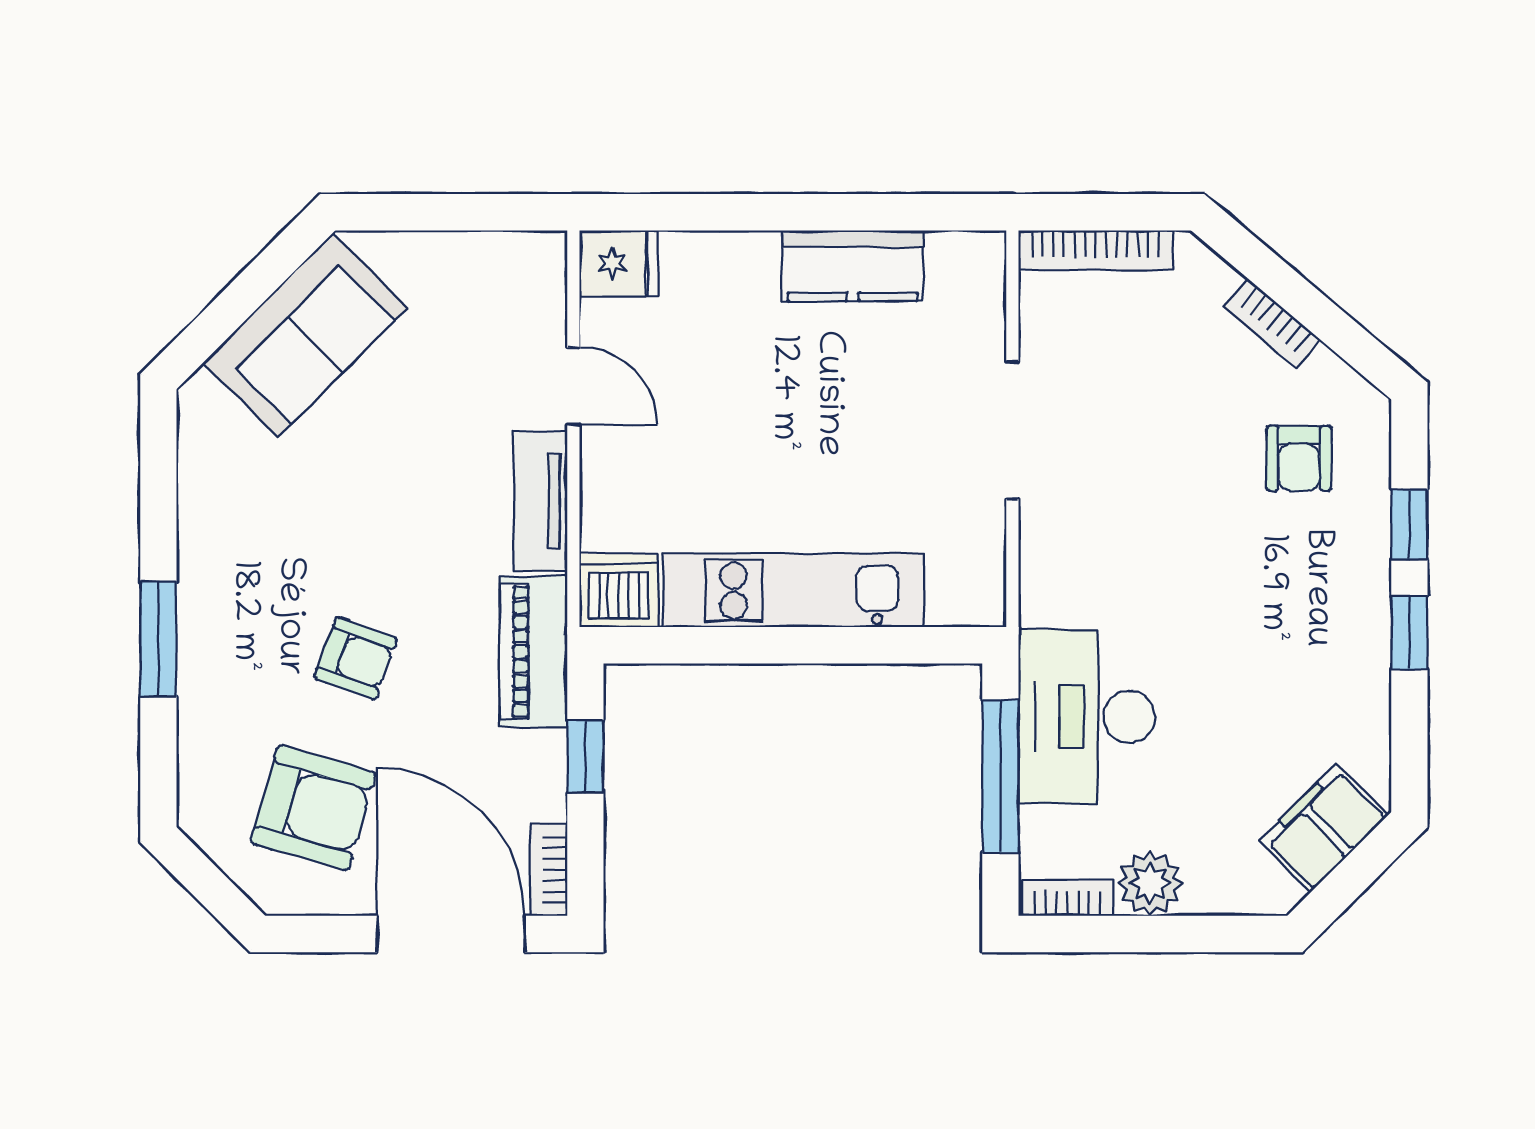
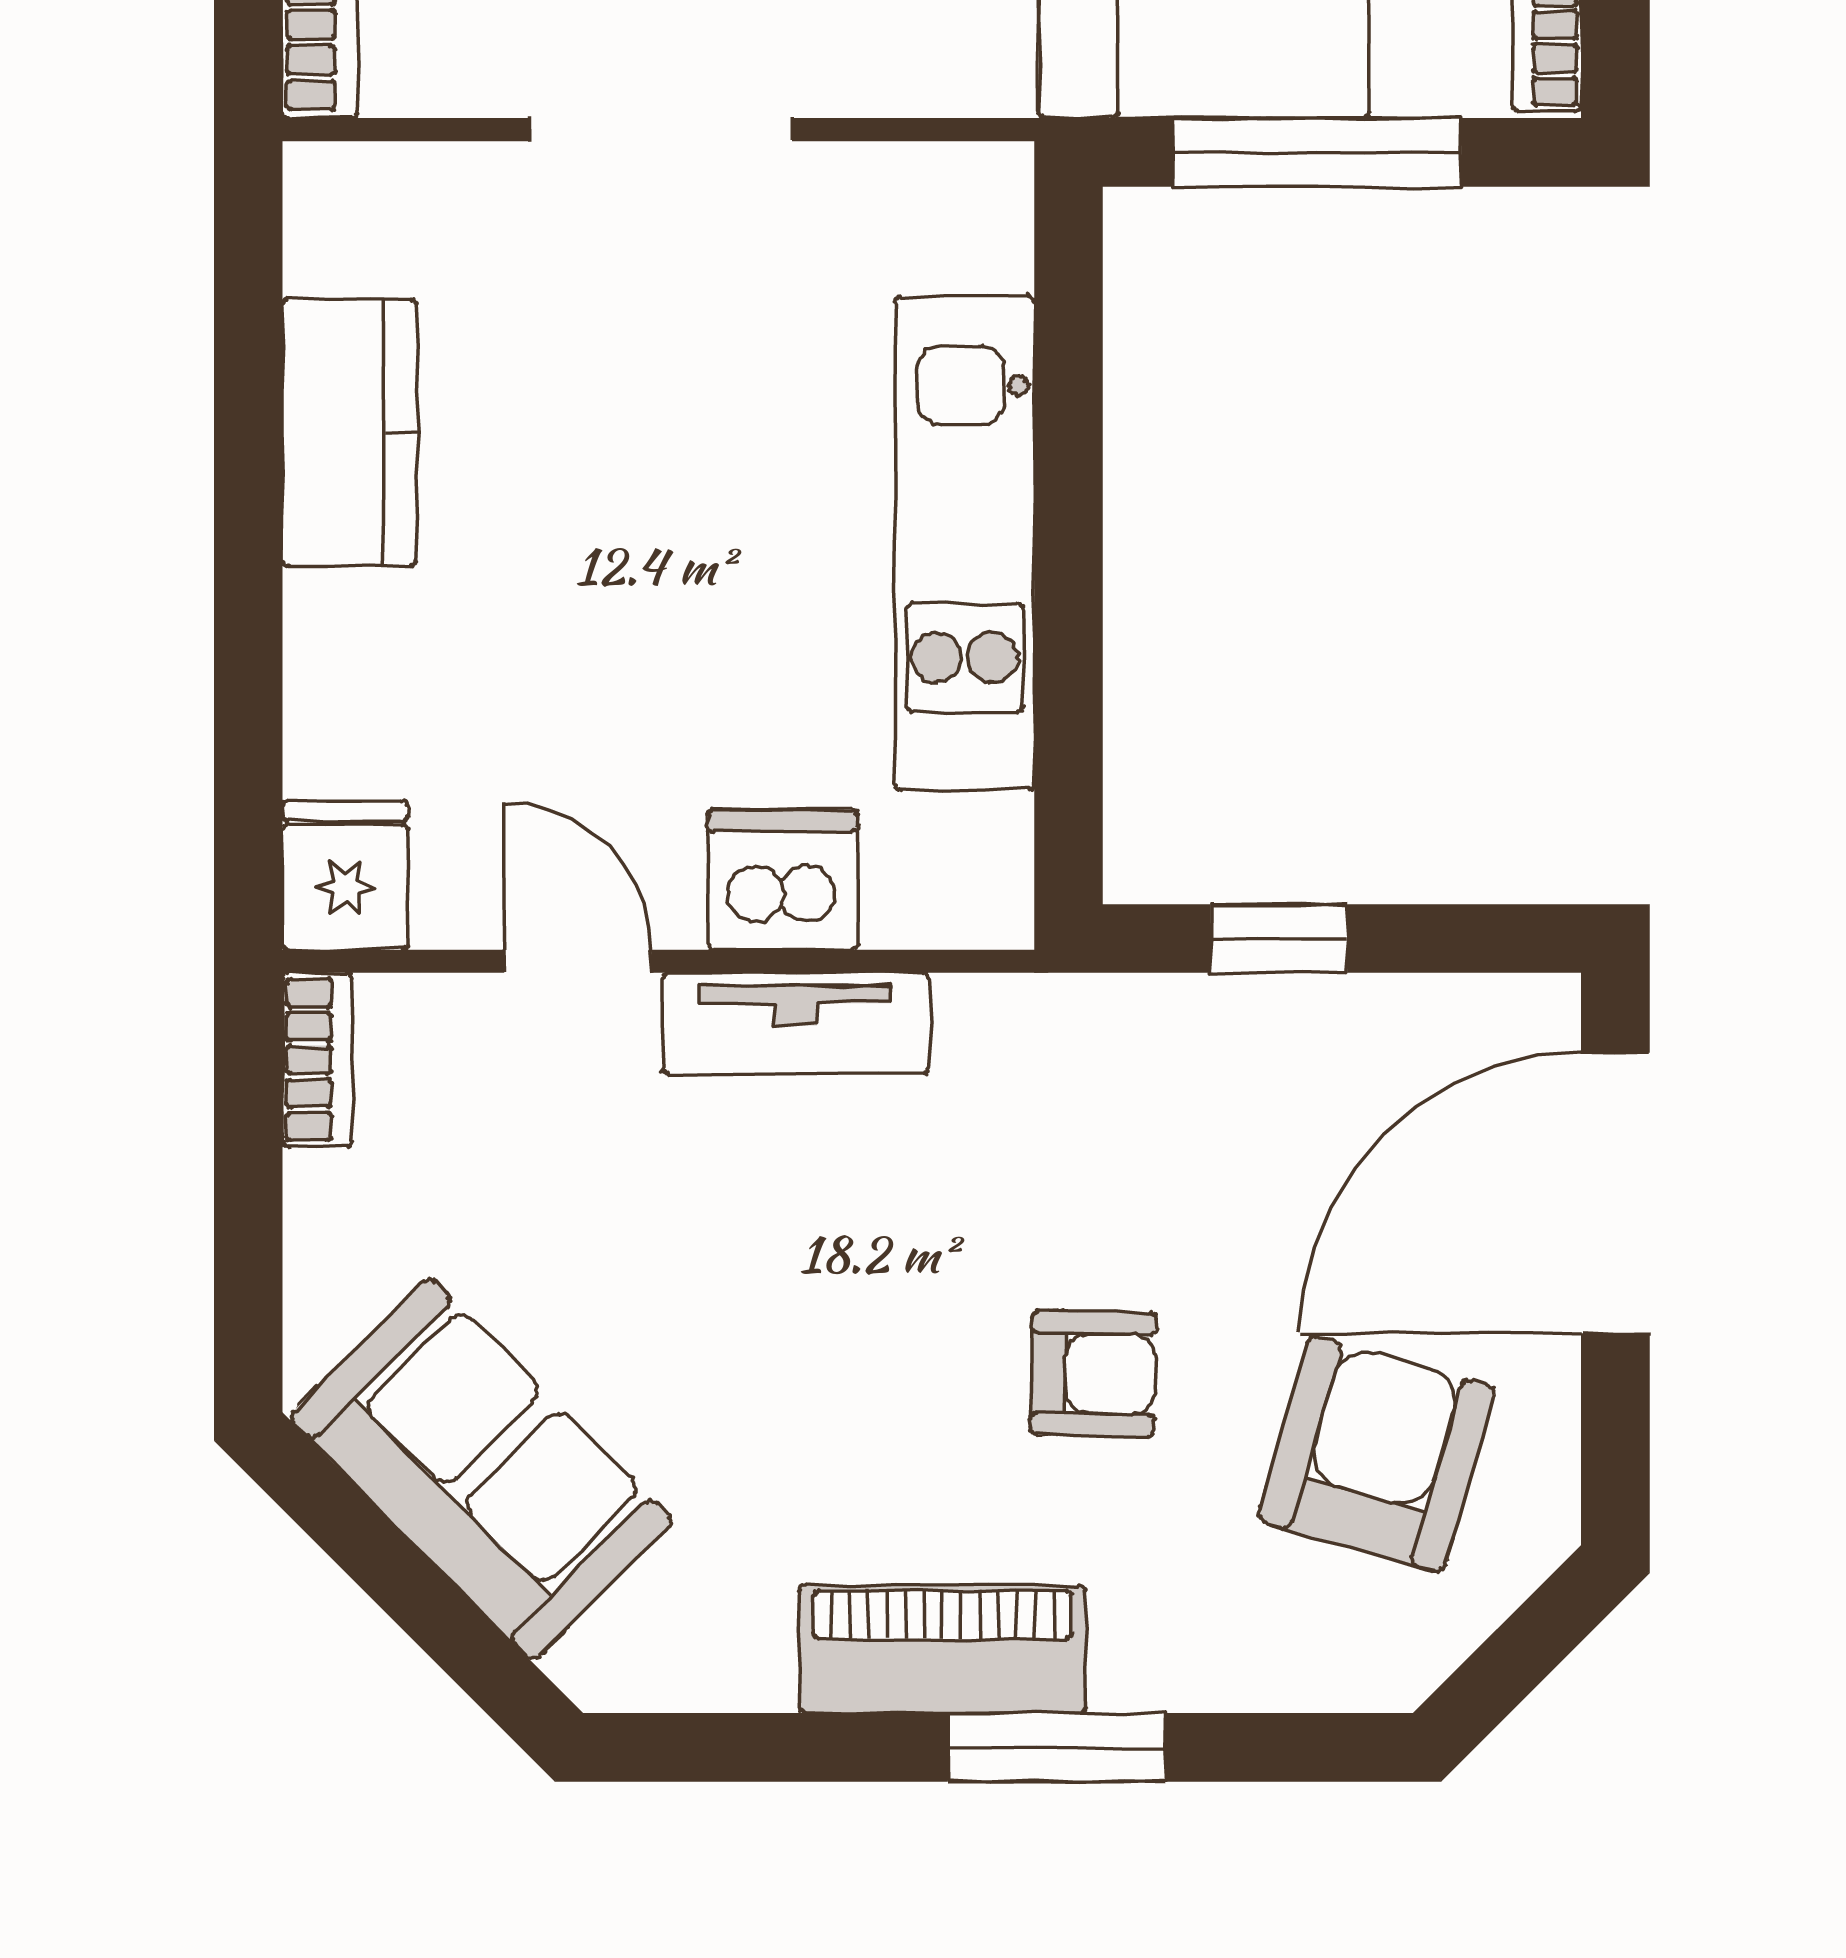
door: (573, 386) -> (578, 961), hinge flipped
dishwasher: (619, 590) -> (783, 880), moved, turned 90
piano: (534, 652) -> (943, 1649), moved, turned 180
armchair: (356, 658) -> (1093, 1373), turned 71
bookcase: (549, 870) -> (317, 1060), moved, turned -90

